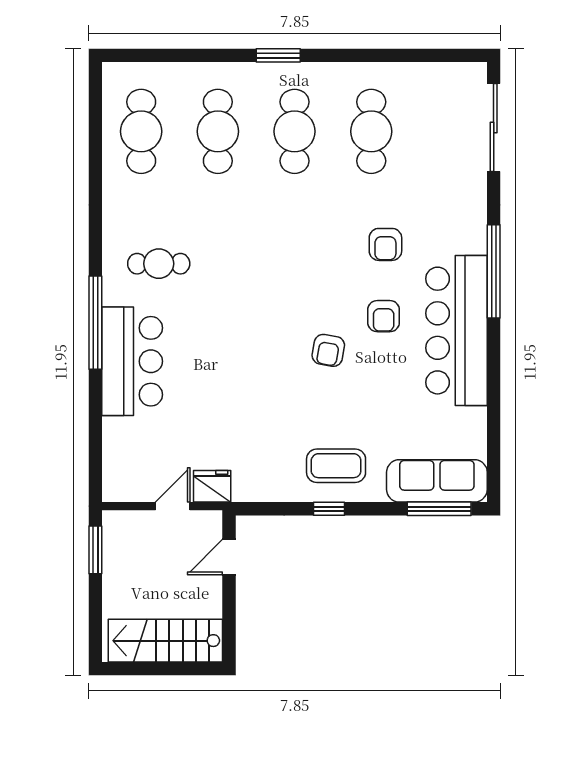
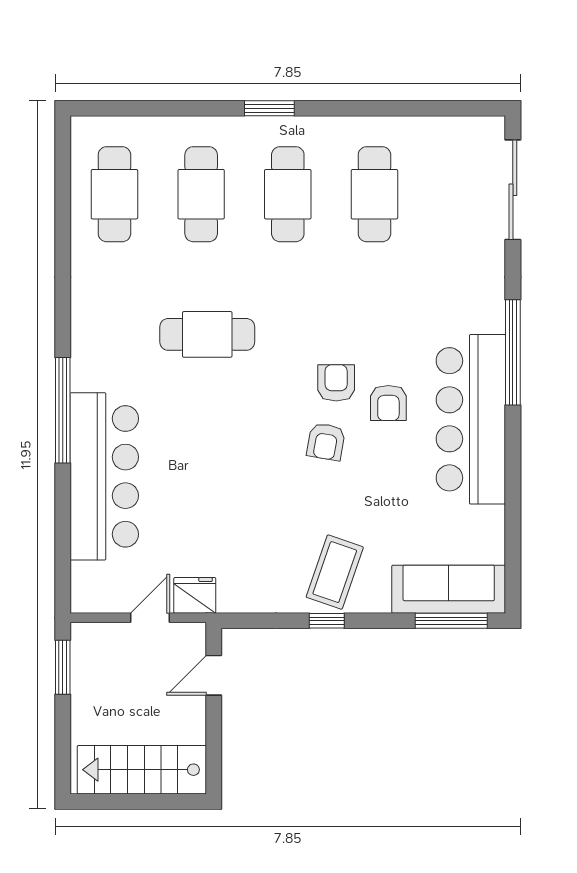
armchair: (385, 244) -> (336, 383), moved, turned 180
cafe table: (159, 264) -> (207, 334), moved, width x1.37, depth x1.35
bar counter: (132, 361) -> (104, 476), width x1.36
coffee table: (336, 466) -> (335, 572), turned -71

